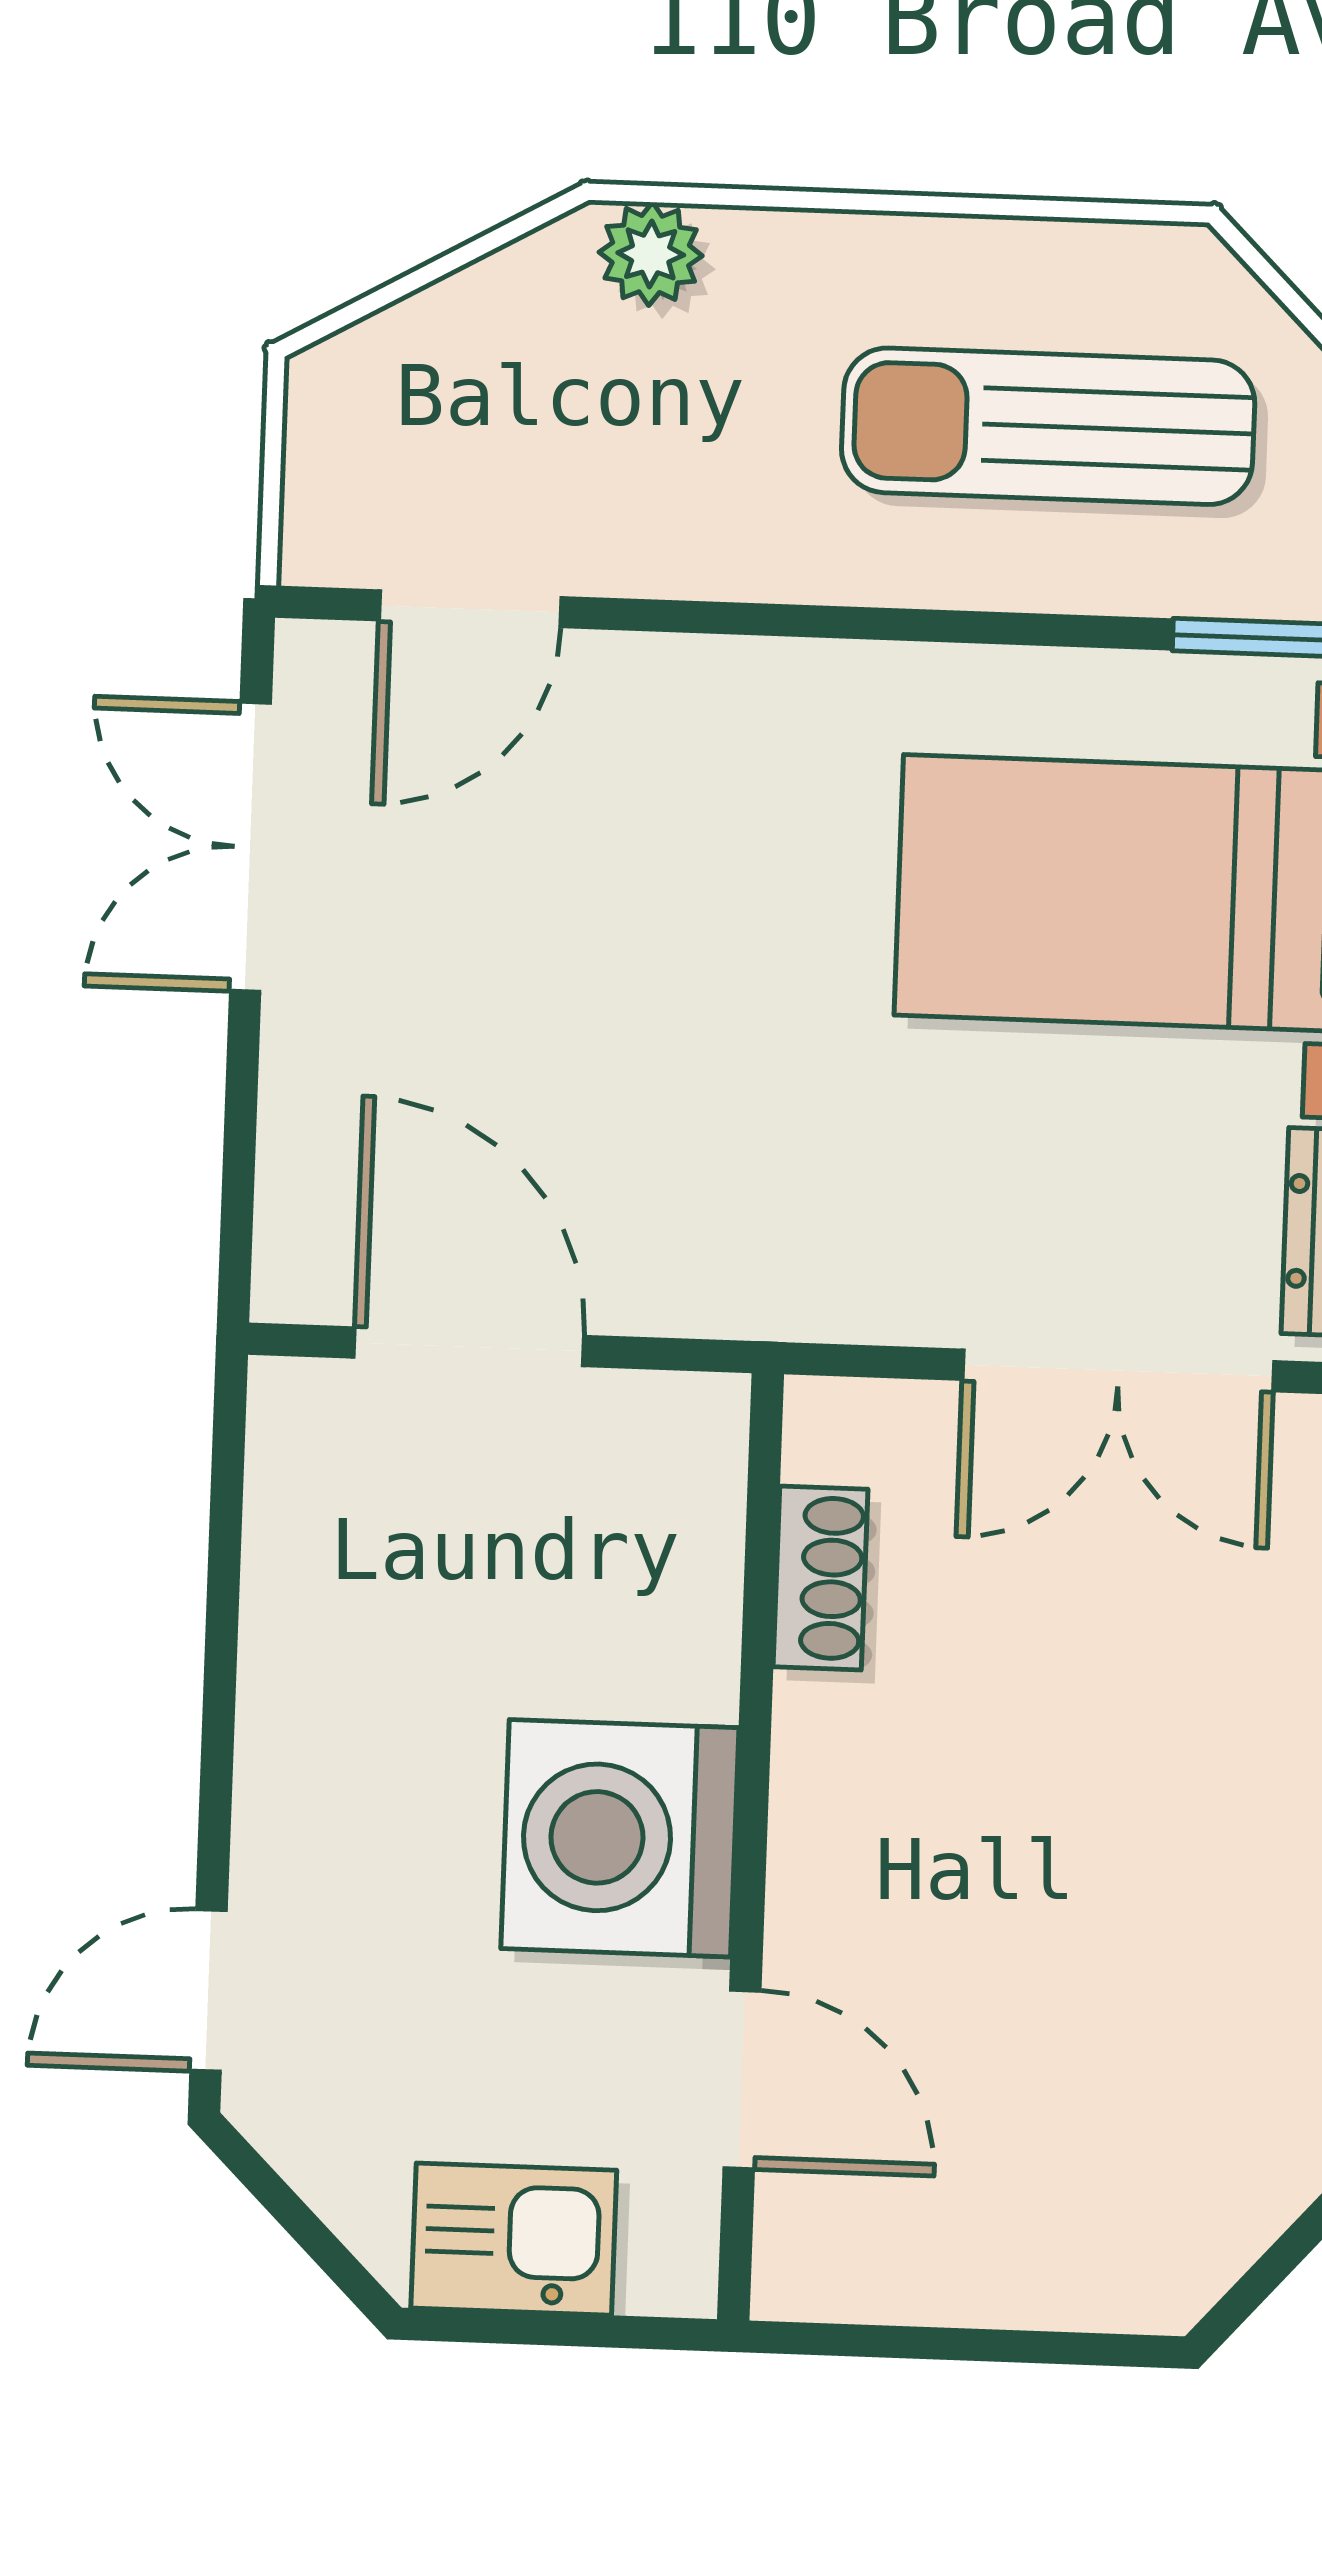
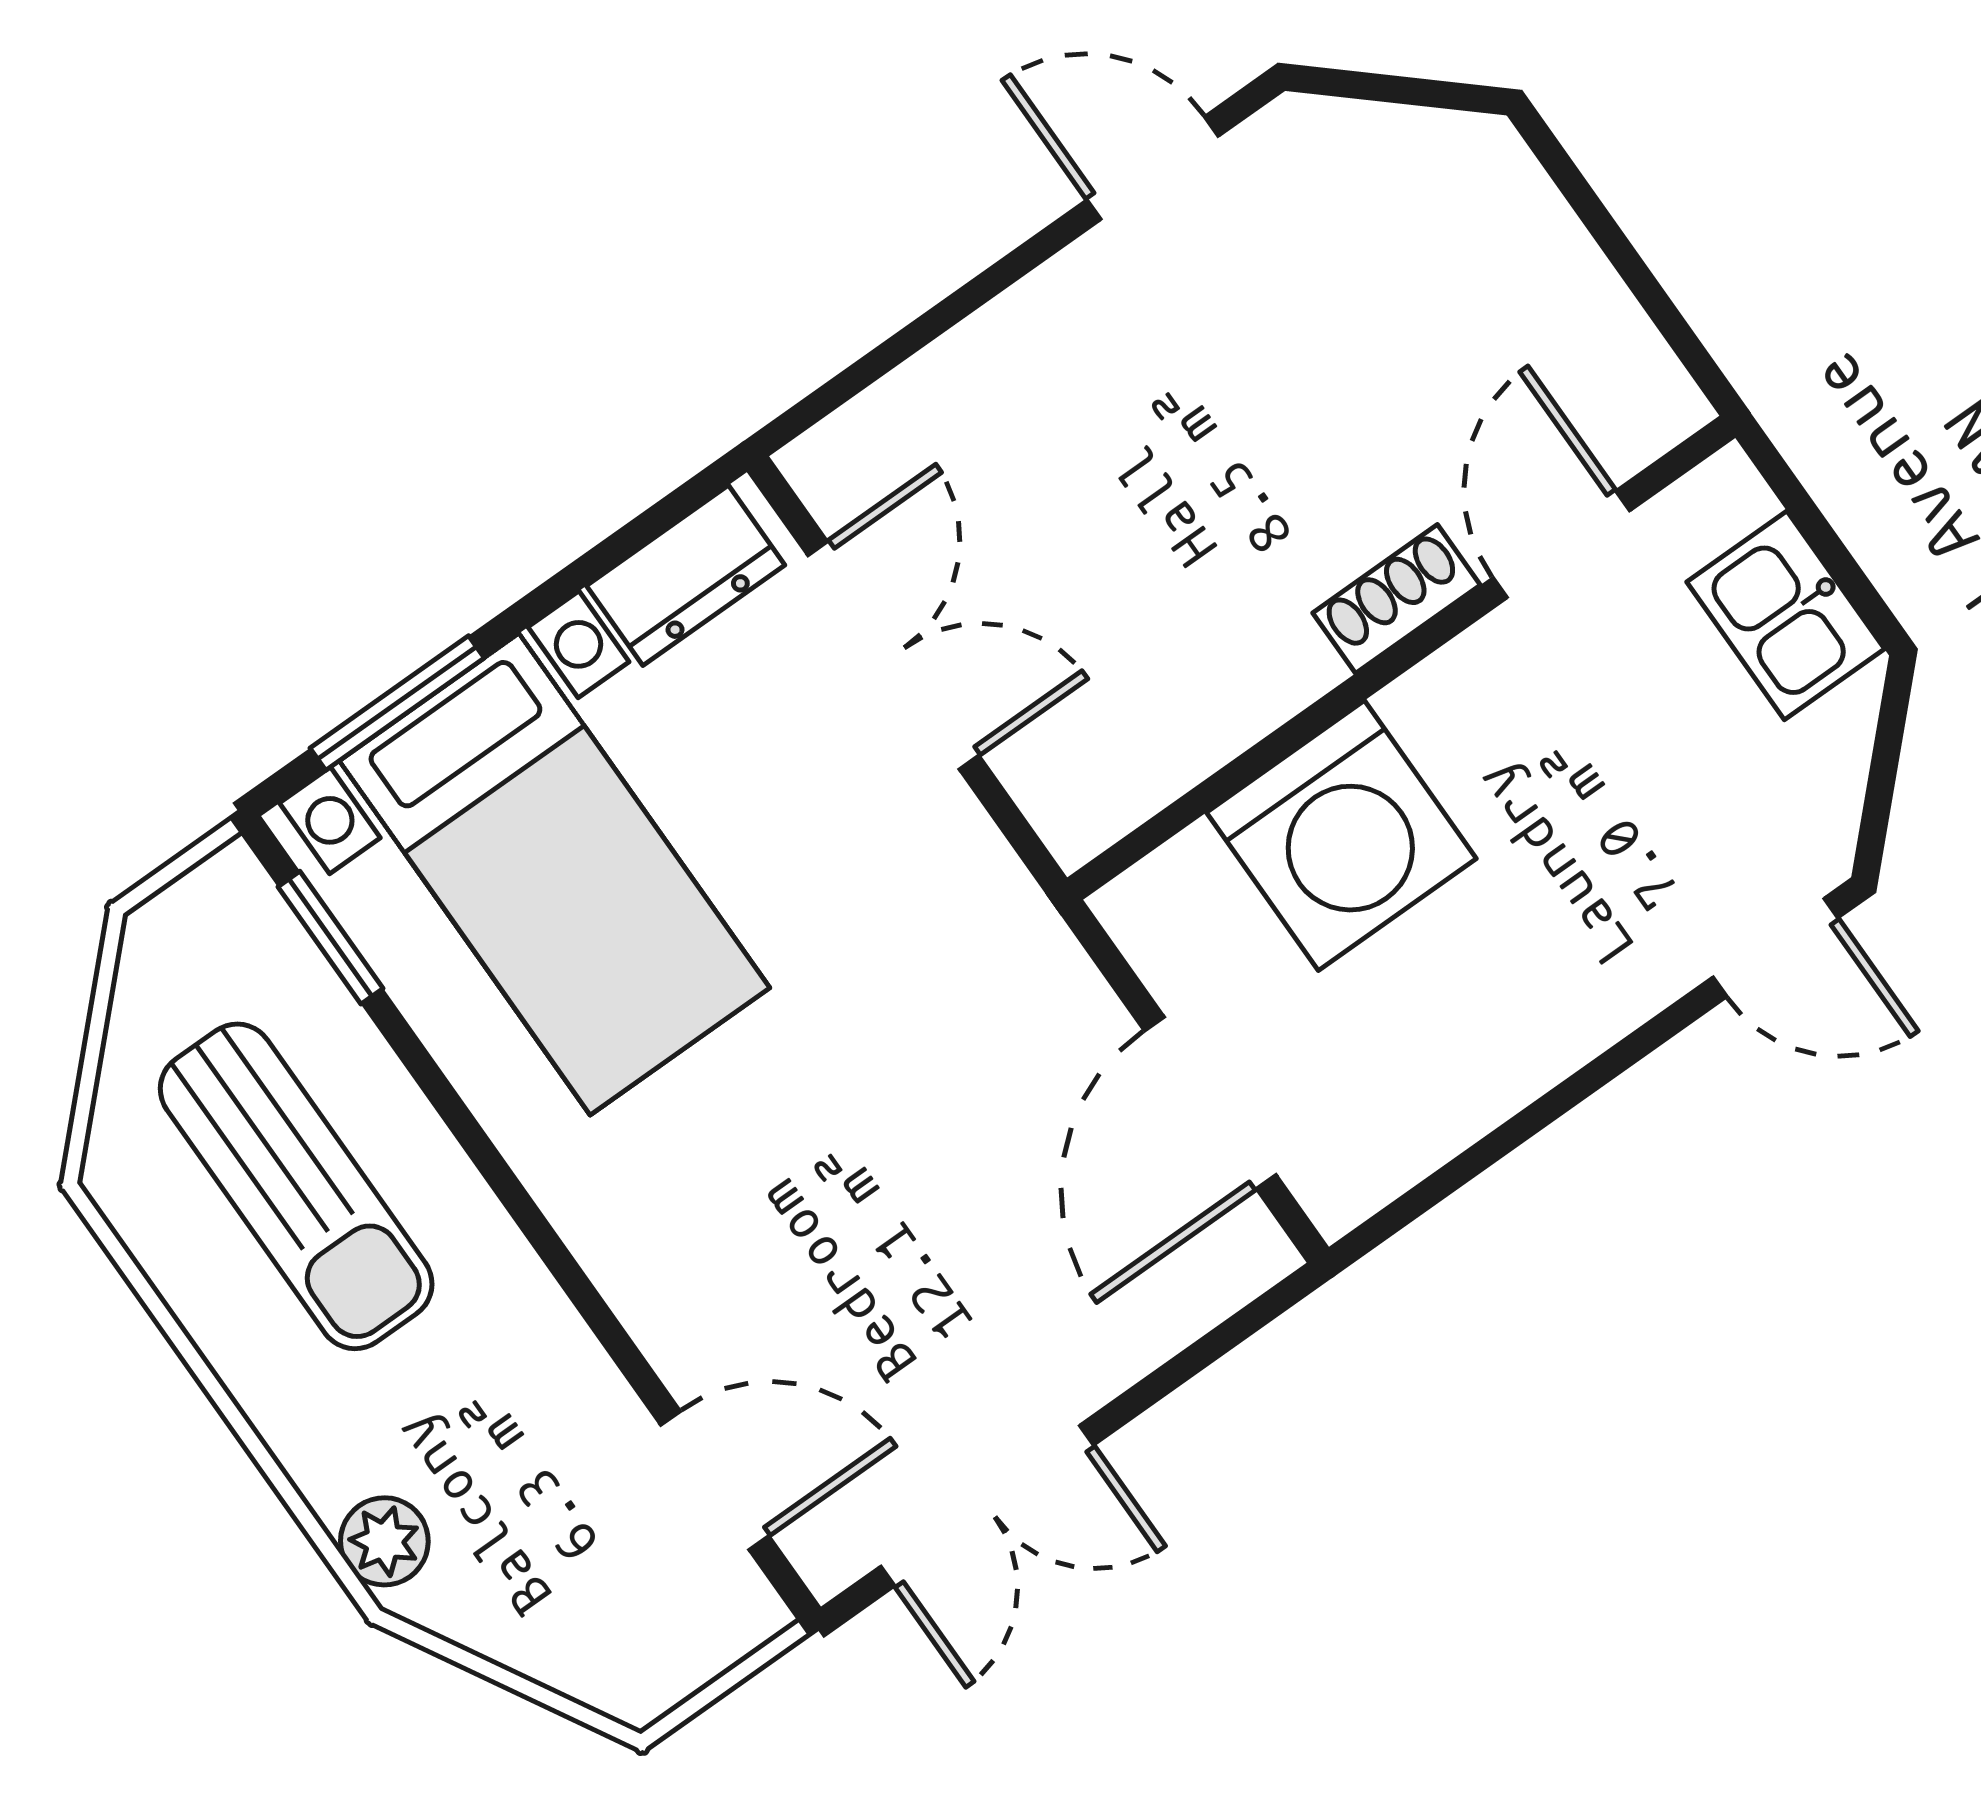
shoe rack: (821, 1578) -> (1396, 599), moved
washing machine: (620, 1838) -> (1341, 835), moved

